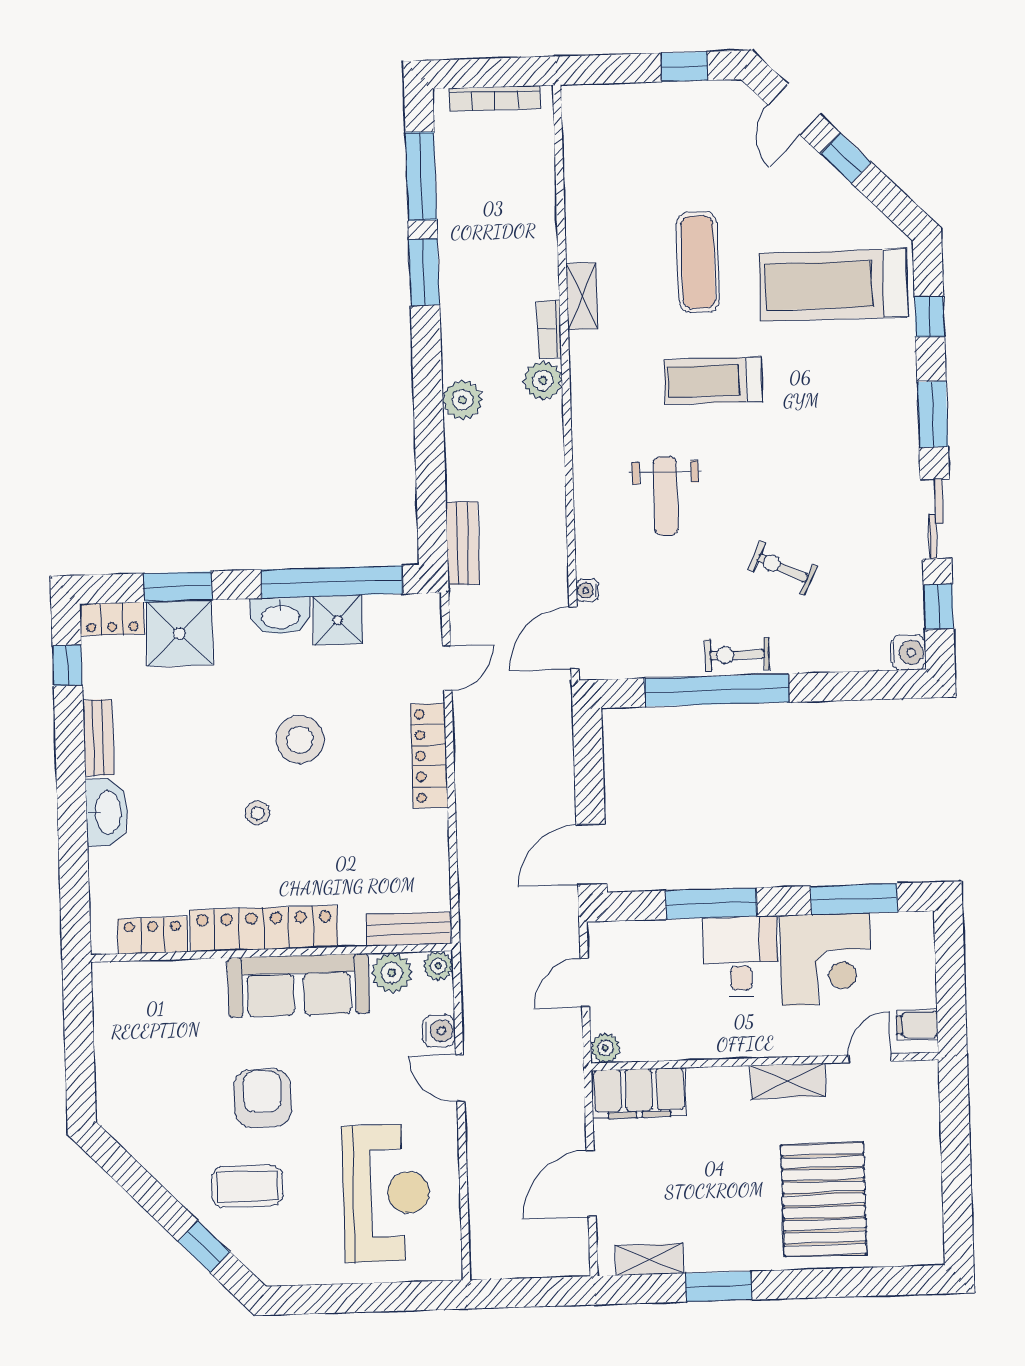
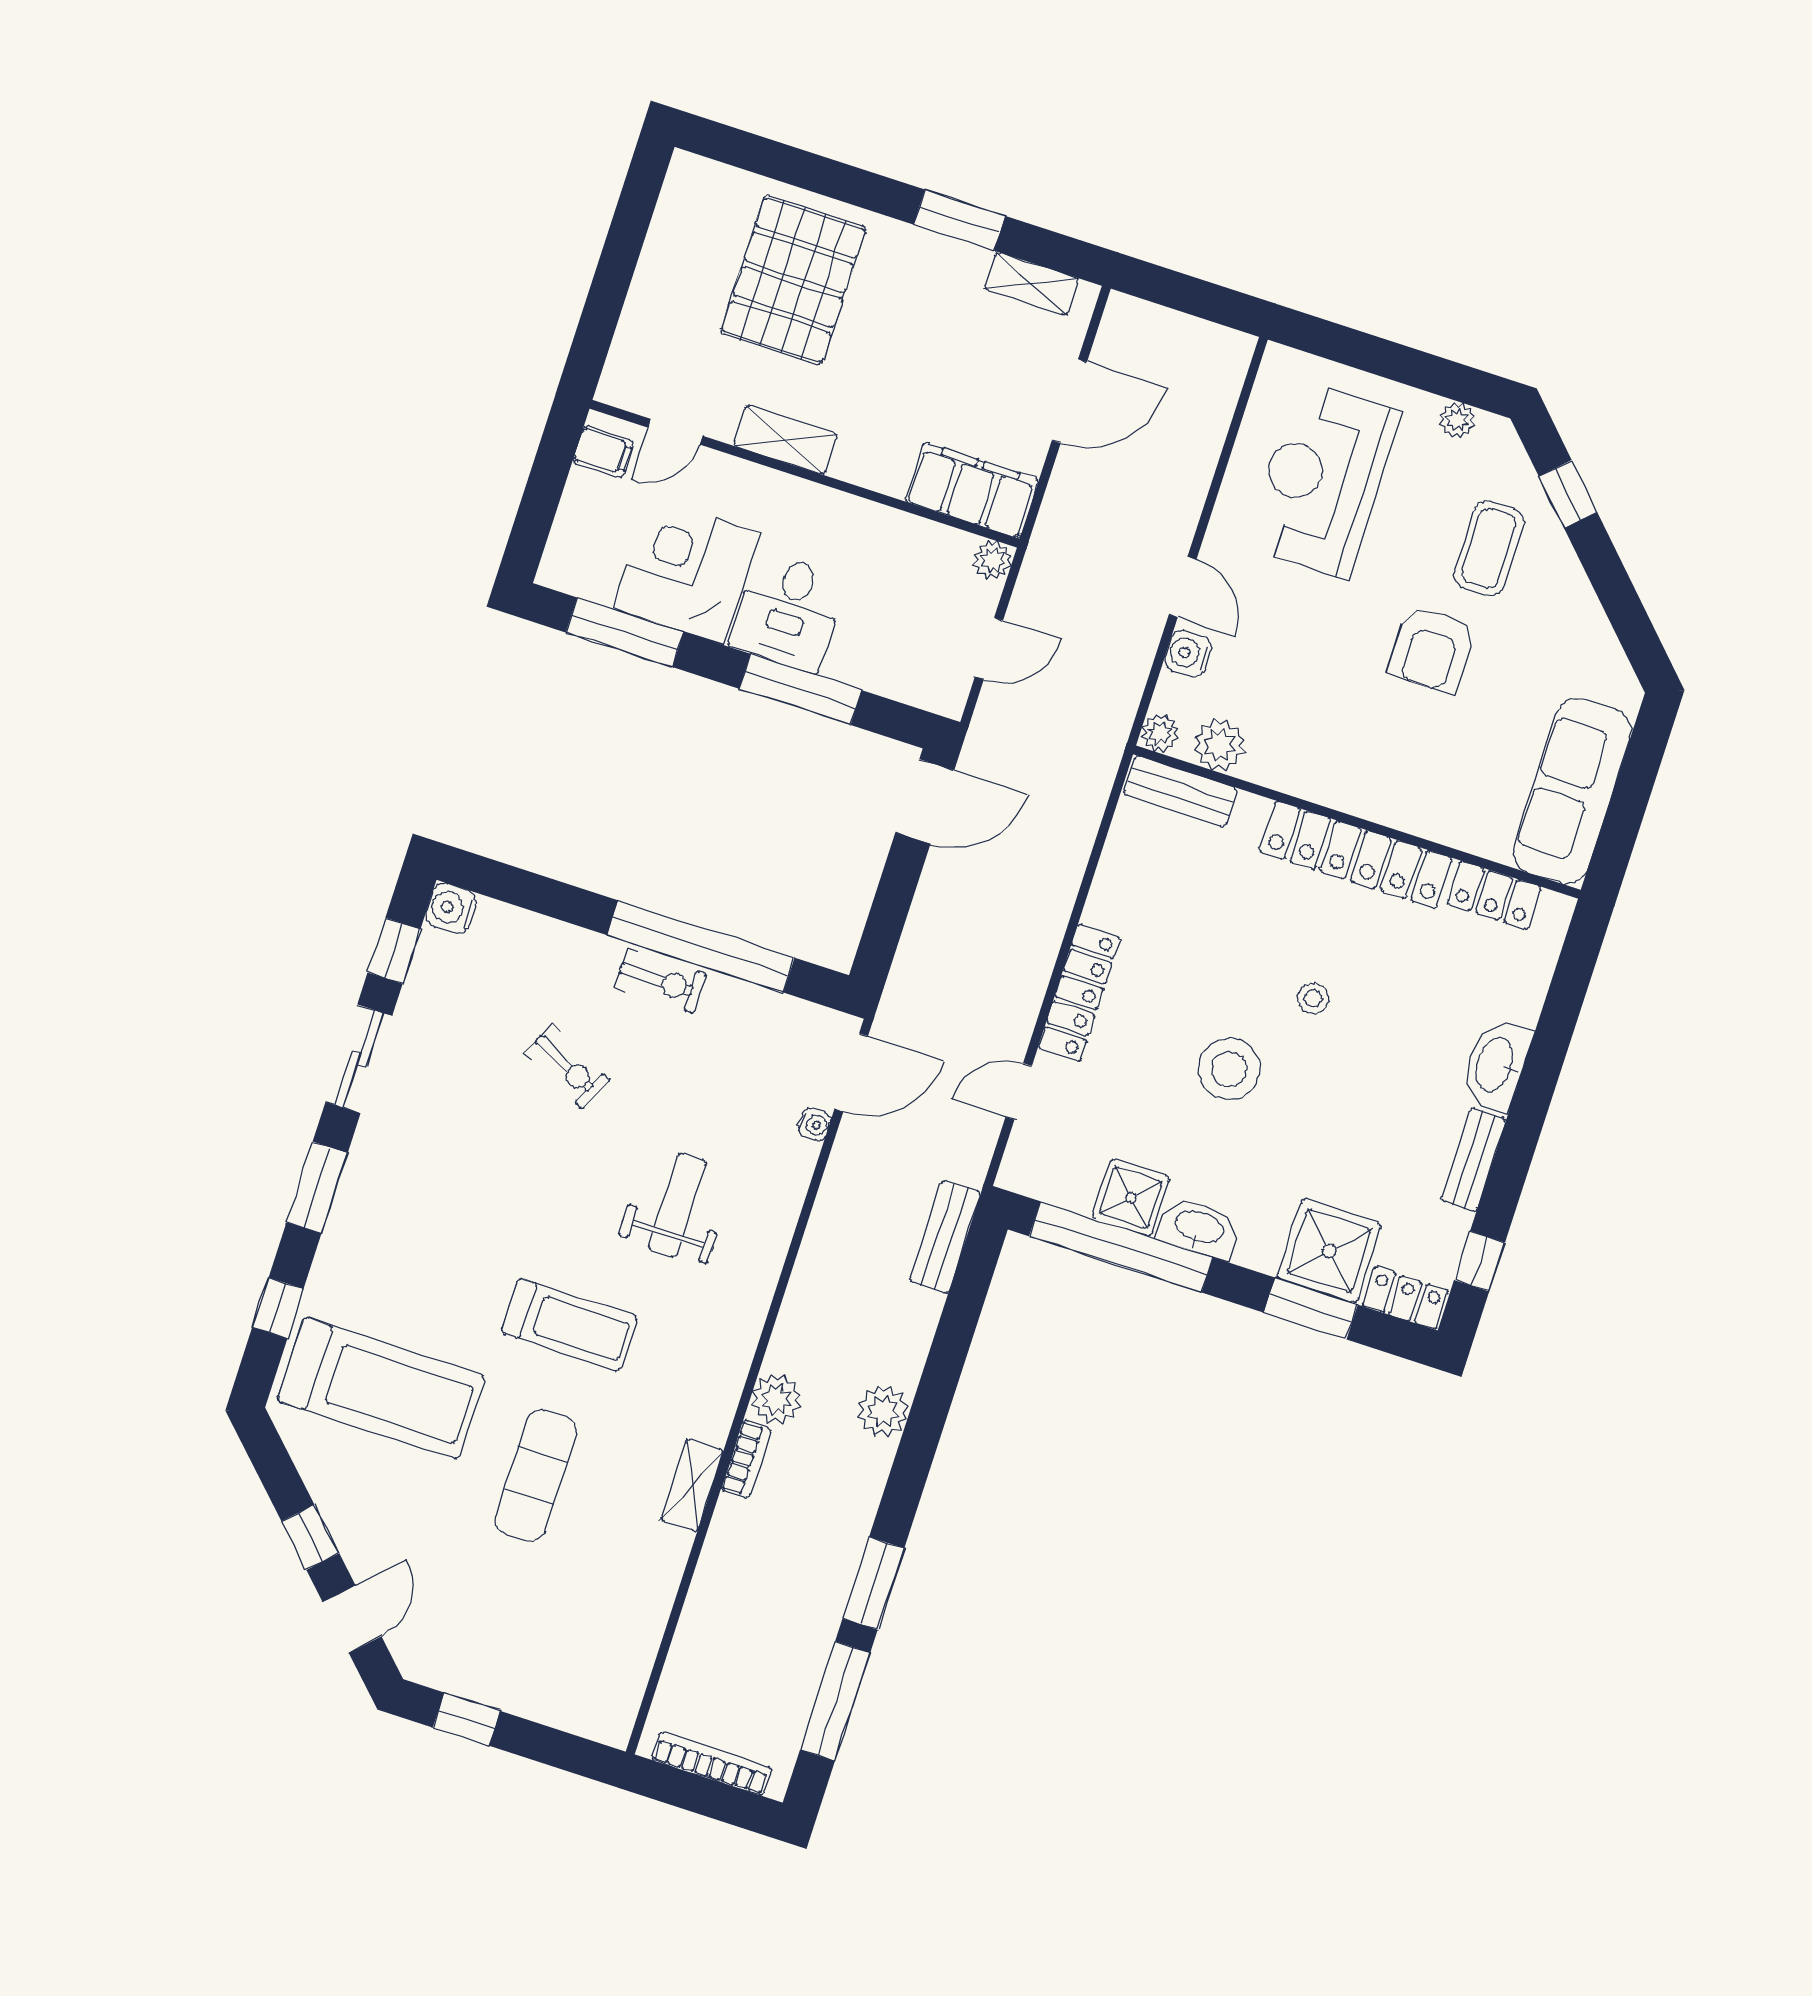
sofa: (299, 985) -> (1572, 791), moved, turned -90
coffee table: (247, 1186) -> (1489, 549), turned 90
plant: (304, 1271) -> (1457, 420), added

